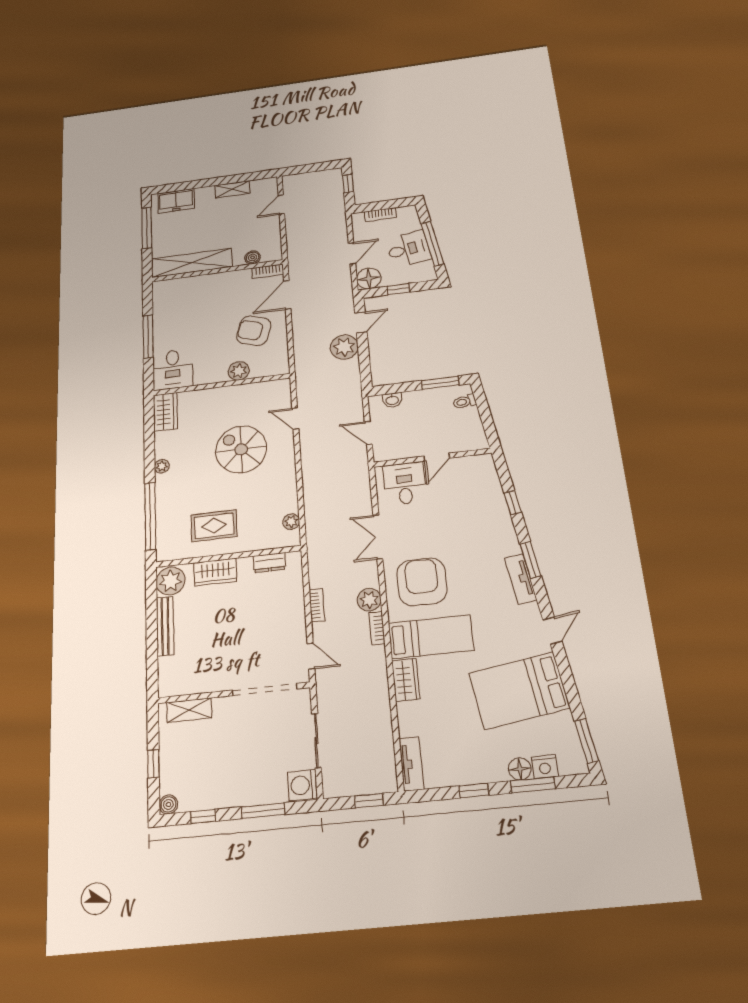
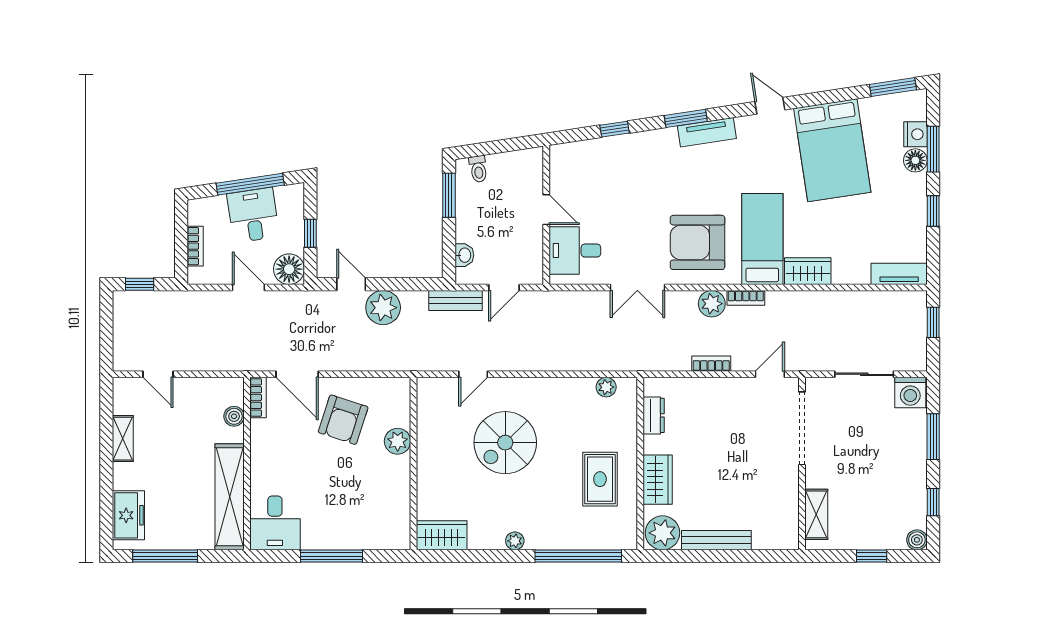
desk: (173, 369) -> (275, 523), moved, turned 90
bench: (354, 398) -> (455, 300), added

